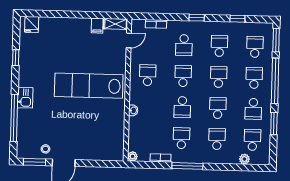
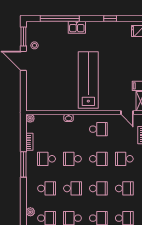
school desk: (181, 138) -> (47, 159), turned 180

